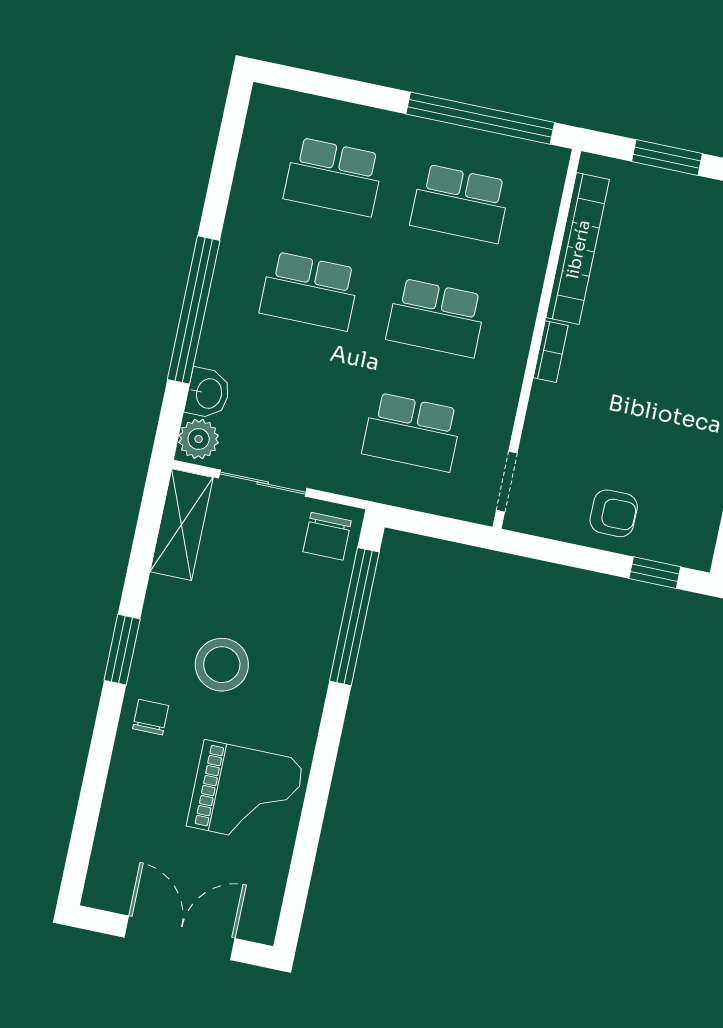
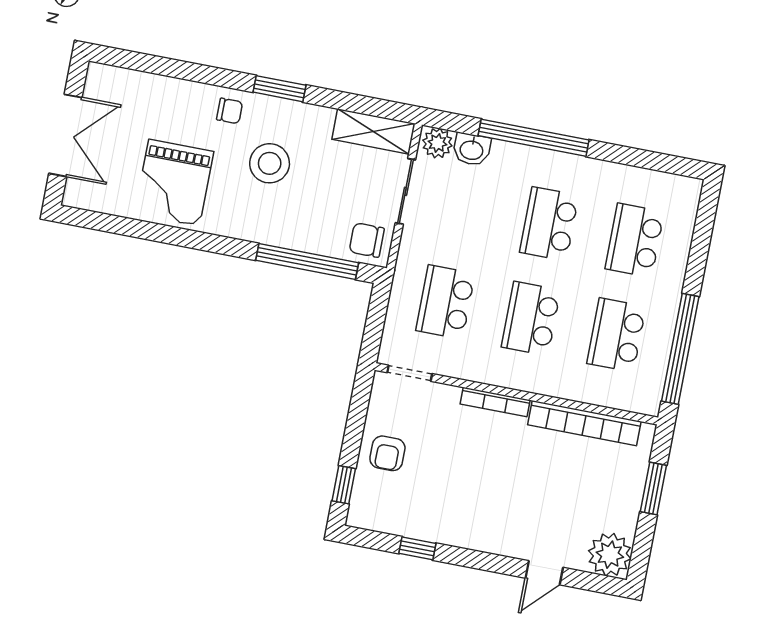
bookcase: (551, 352) -> (495, 402), width x1.56

